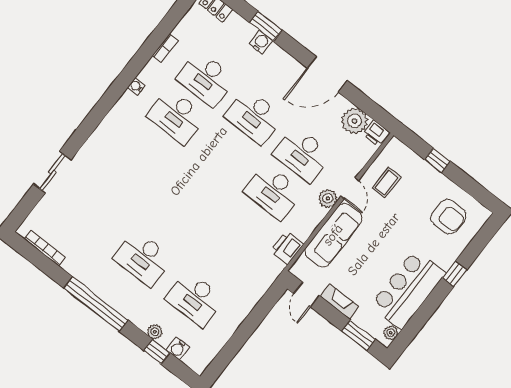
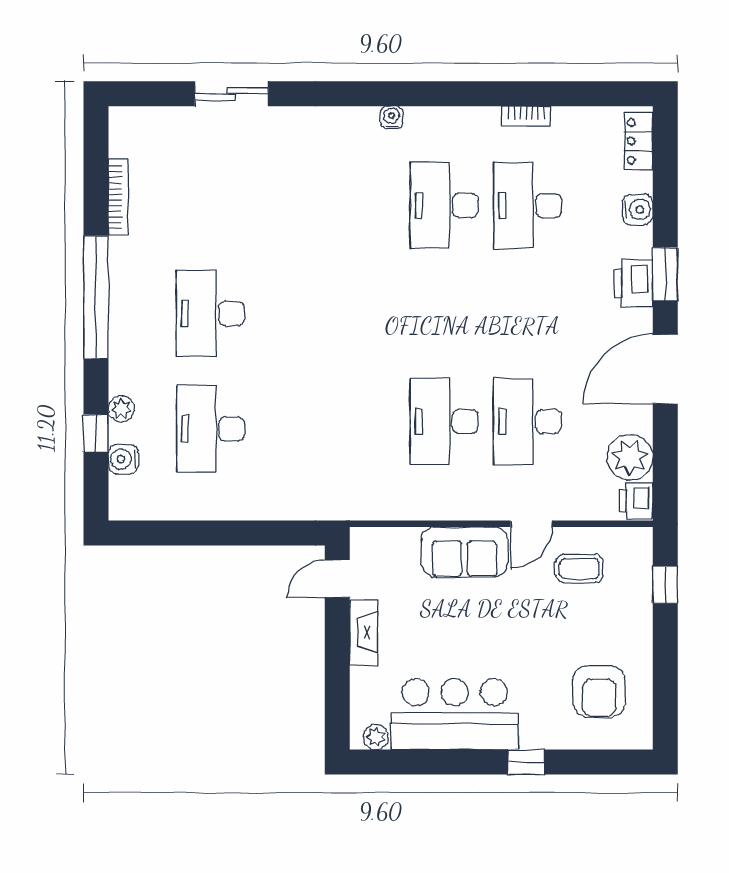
window: (266, 26) -> (665, 274), moved
water cooler: (261, 42) -> (638, 209), moved
door: (327, 74) -> (665, 369), hinge flipped
water cooler: (136, 86) -> (392, 117), moved
desk: (254, 116) -> (527, 313), removed
window: (437, 160) -> (665, 585), moved
plant: (328, 198) -> (494, 504), removed
sofa: (333, 235) -> (465, 552), width x0.73
bookcase: (45, 248) -> (118, 197), moved
printer: (287, 248) -> (633, 283), moved, turned -90
window: (359, 335) -> (337, 695), removed

